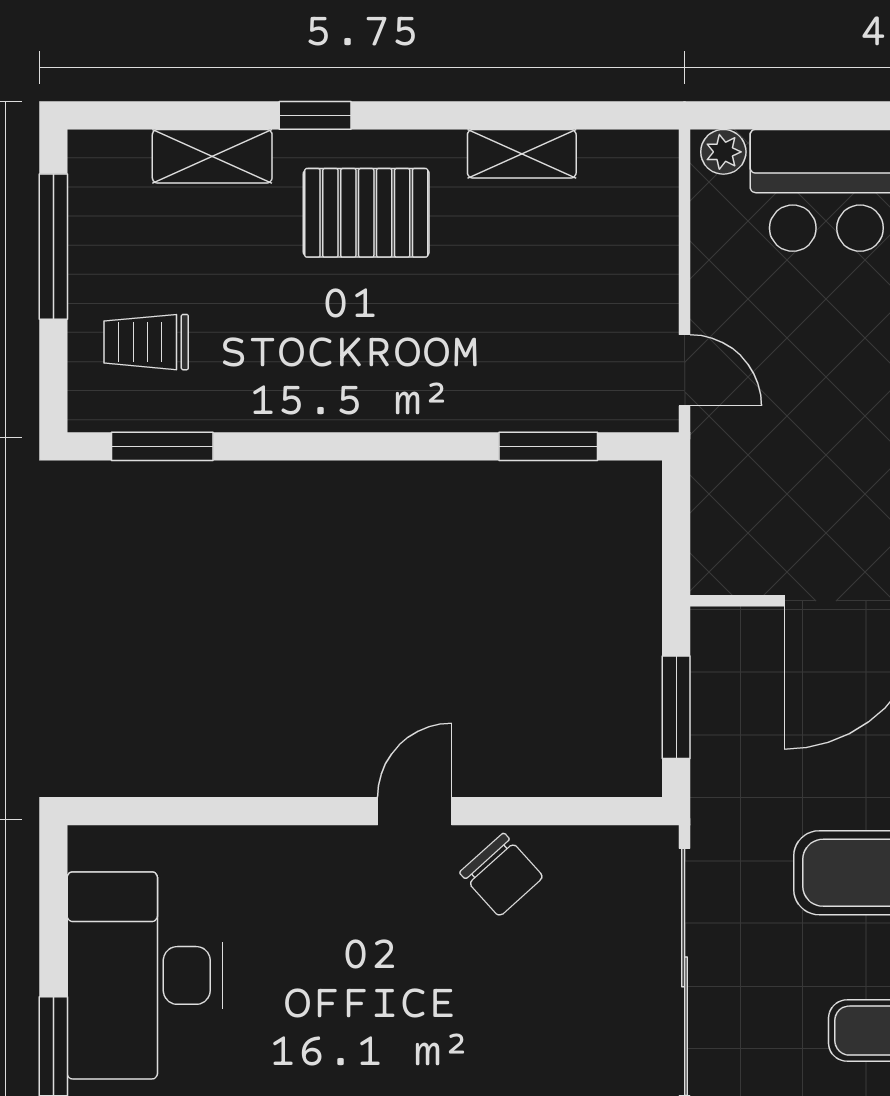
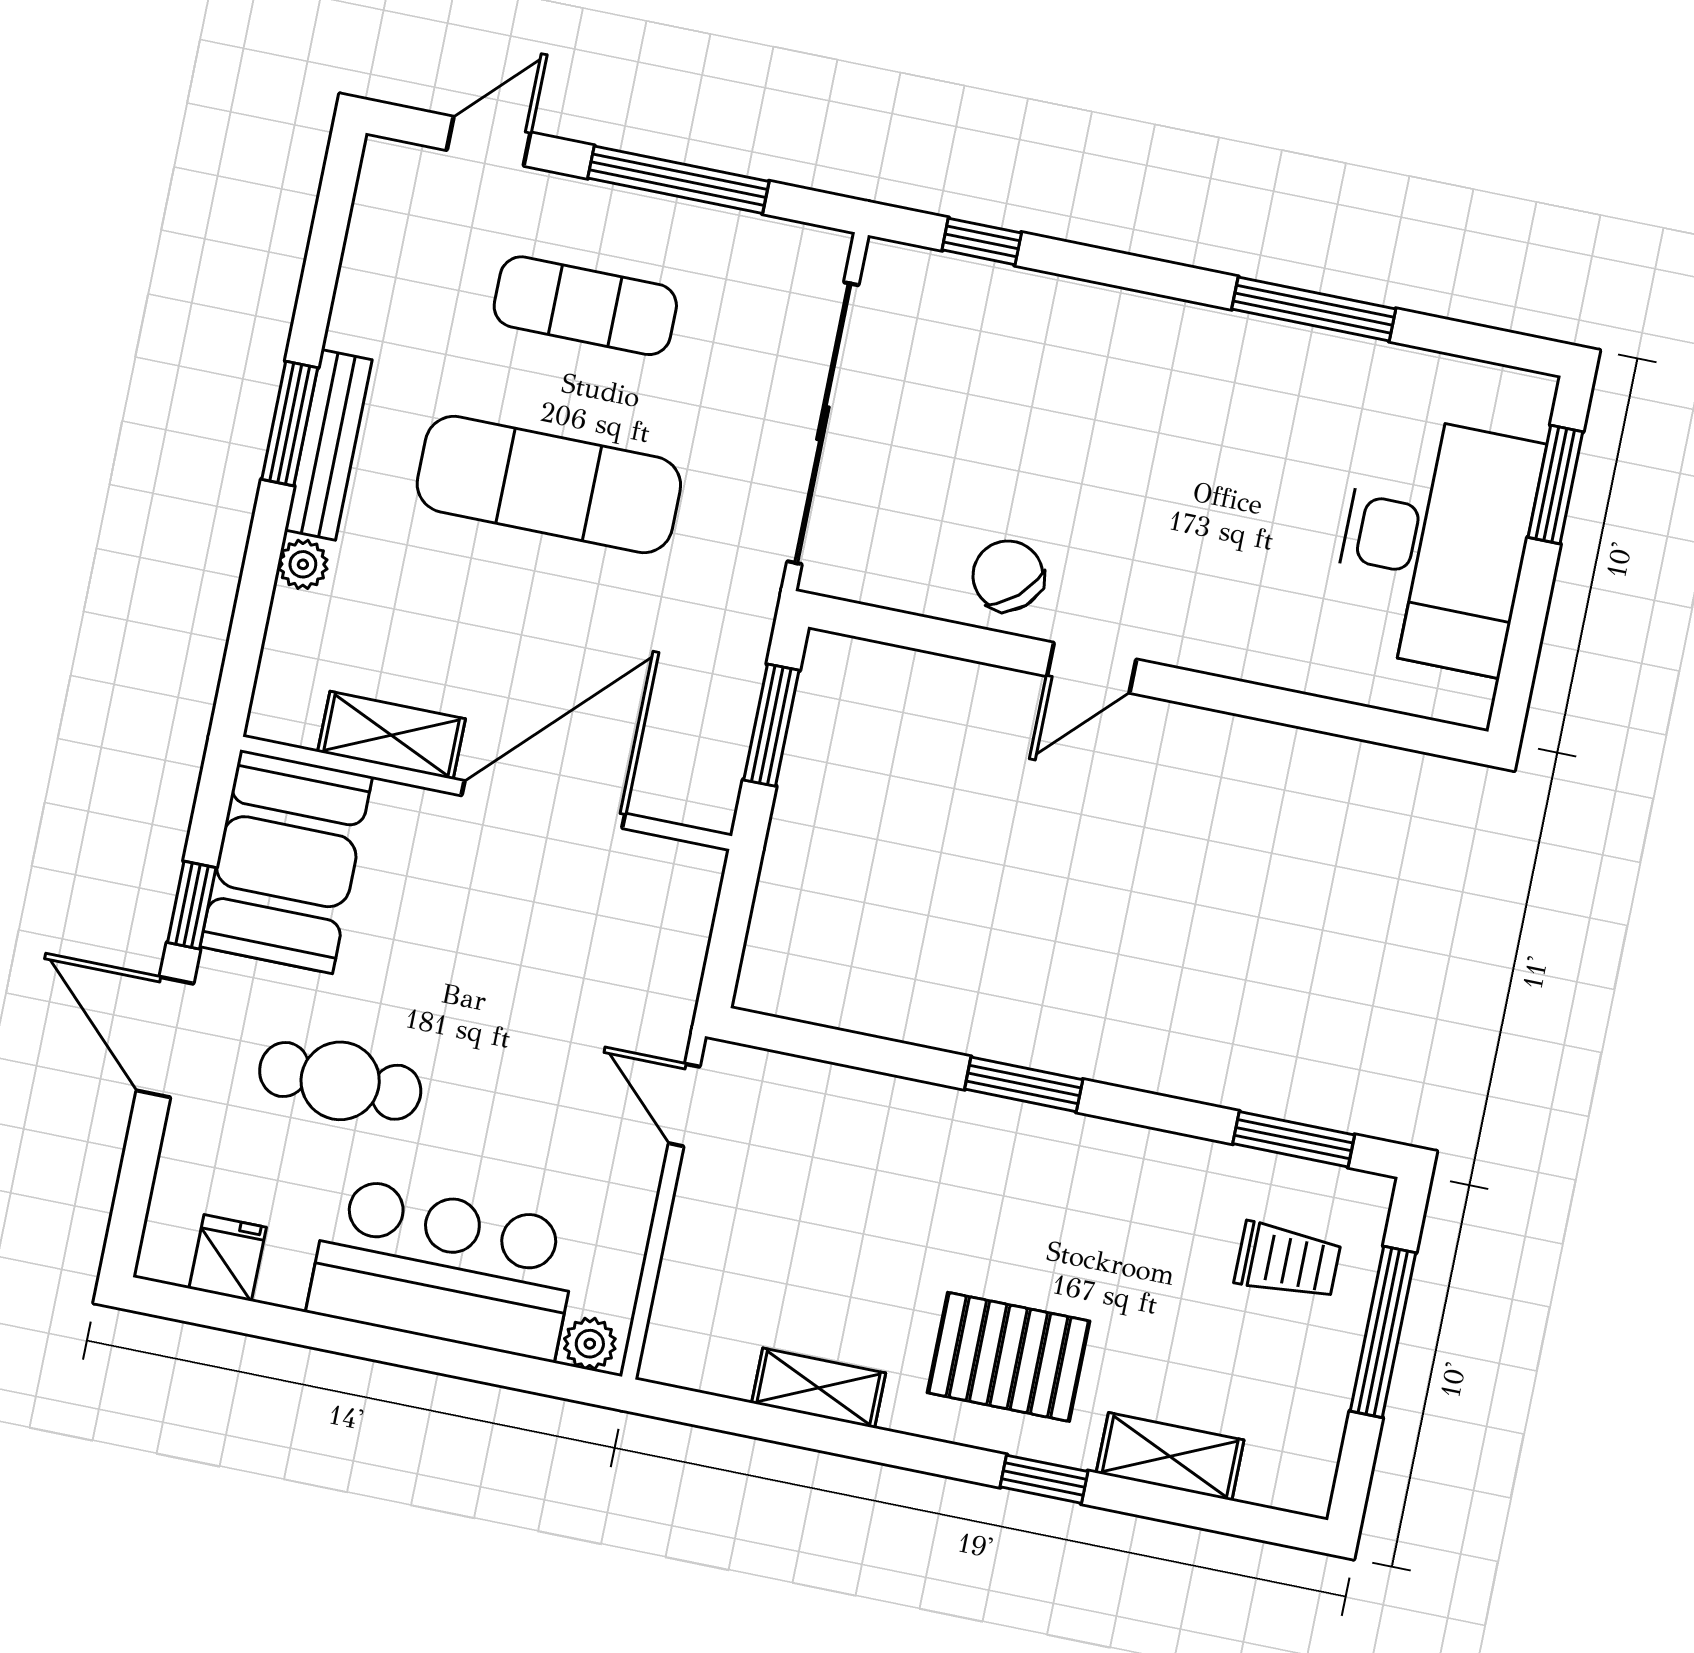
window: (53, 247) -> (1383, 1332), moved
window: (548, 446) -> (1024, 1084), moved

